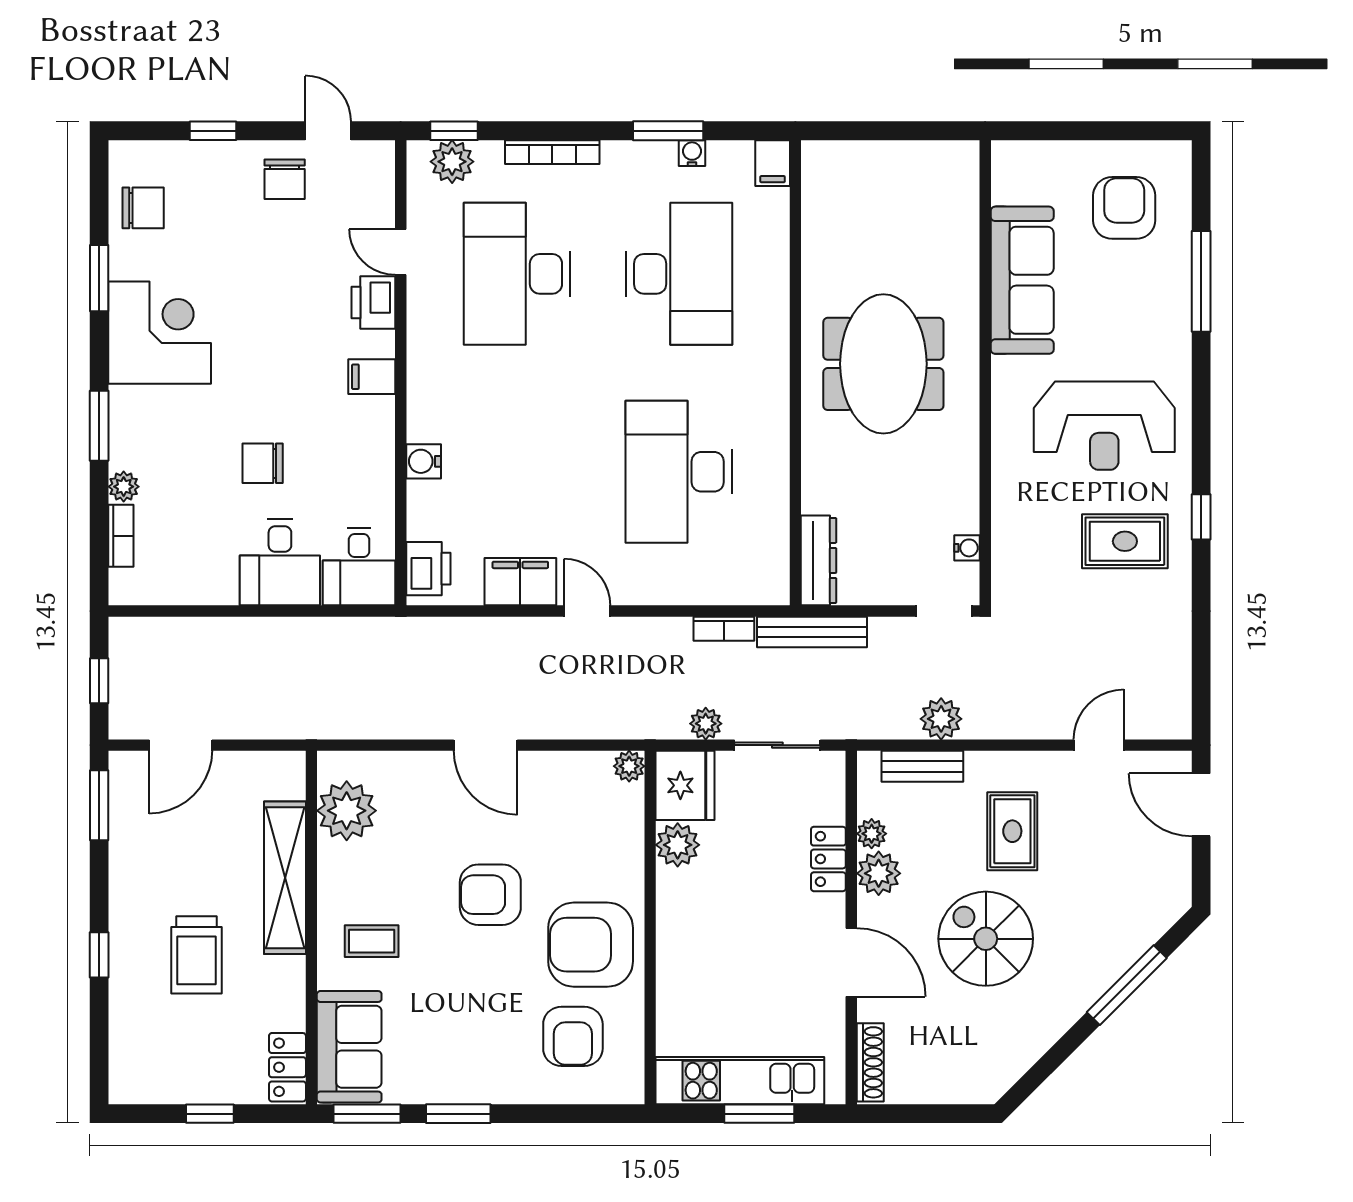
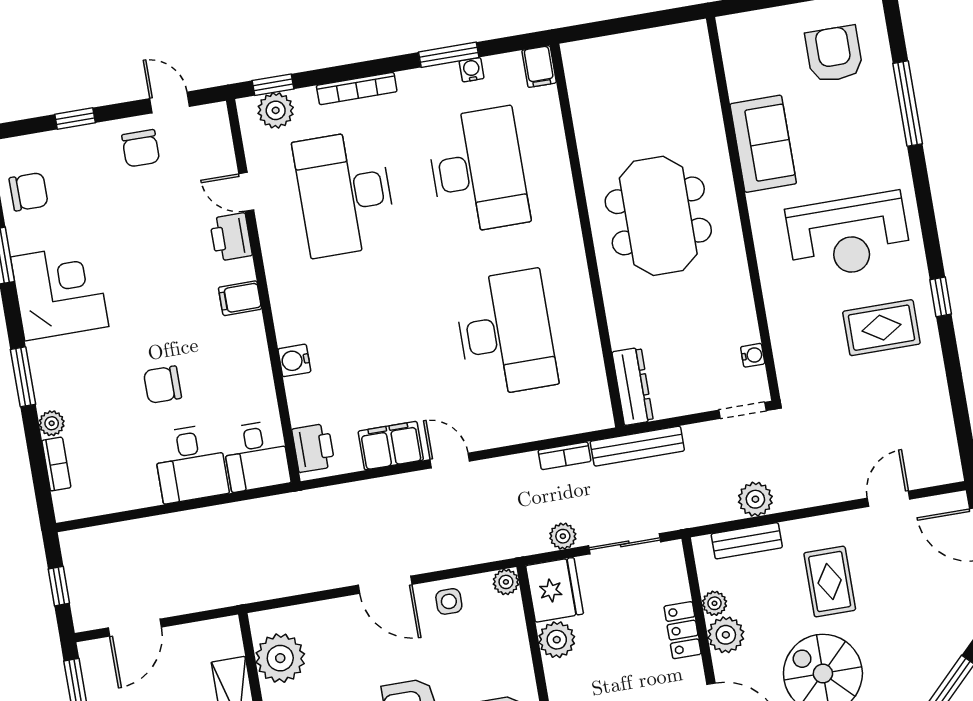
sofa: (1022, 280) -> (763, 144), width x0.73
desk: (679, 472) -> (505, 333), turned 180
side table: (558, 778) -> (449, 601), added

